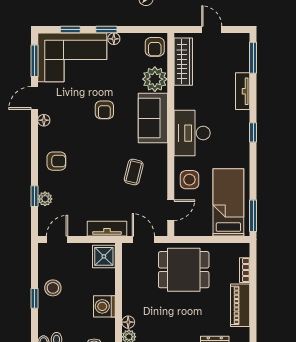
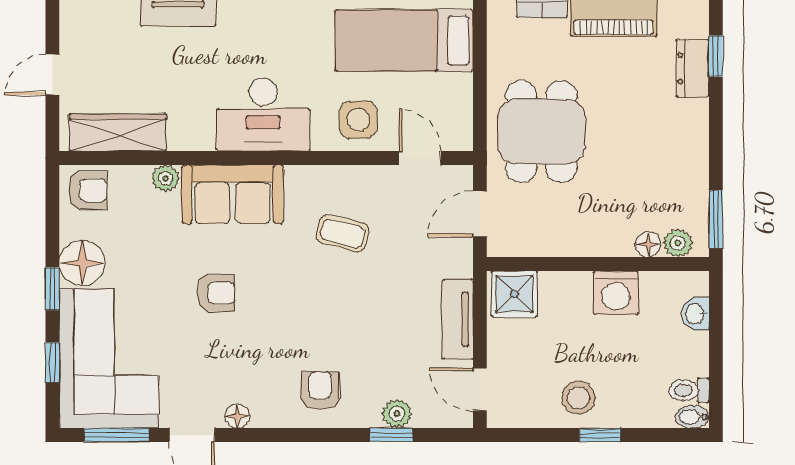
floor lamp: (114, 39) -> (82, 263), width x1.89, depth x1.89
plant: (155, 79) -> (166, 178), width x0.53, depth x0.53
tv unit: (107, 229) -> (458, 319), moved

